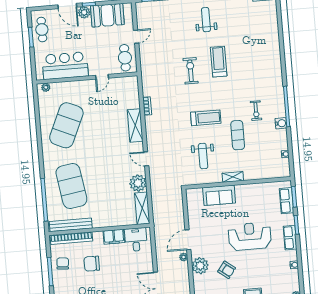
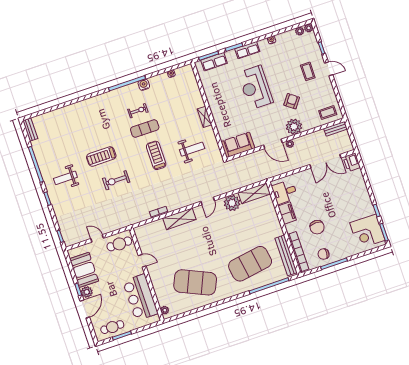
exercise mat: (238, 135) -> (145, 129), moved
sofa: (219, 195) -> (238, 145), moved, turned -90

